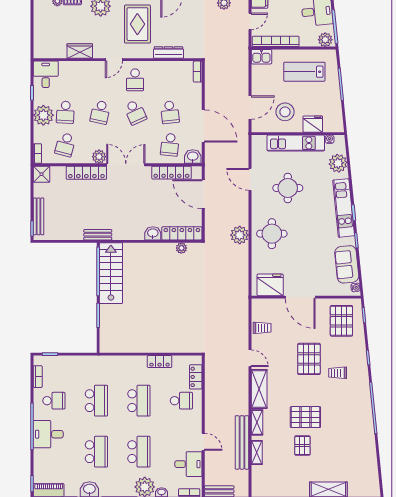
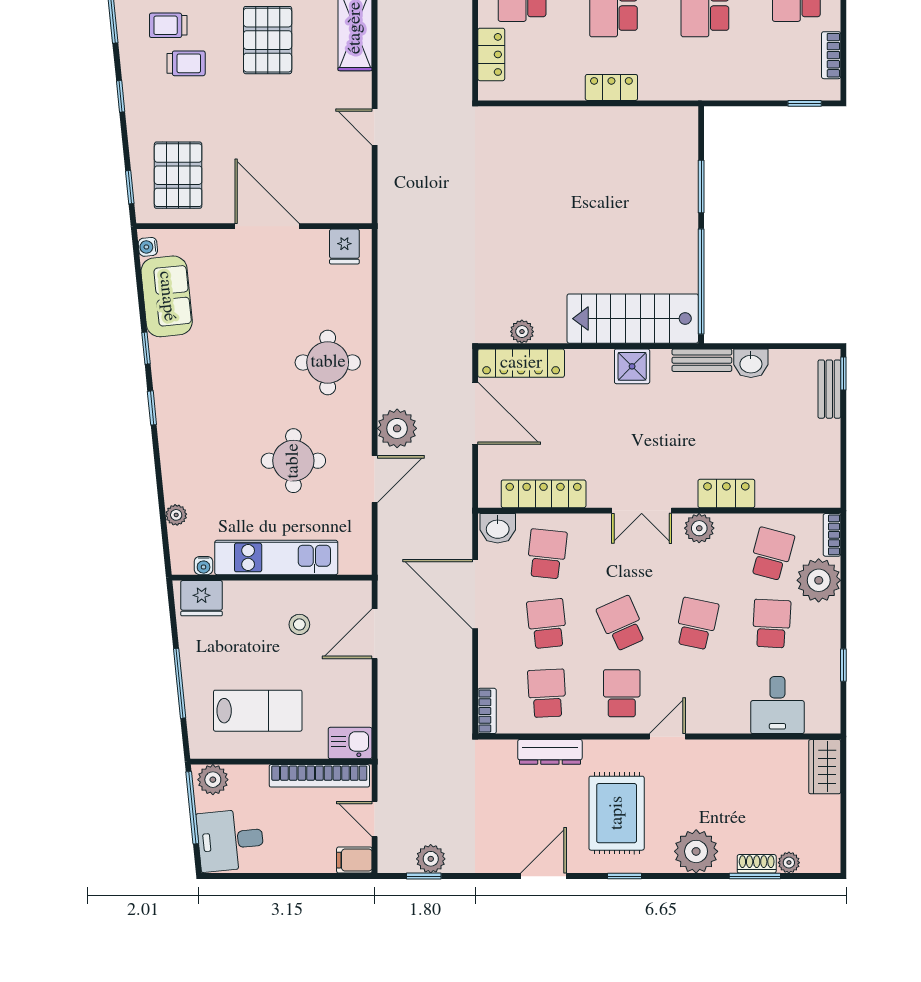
door: (250, 21) -> (375, 819), hinge flipped
wardrobe: (80, 51) -> (825, 767), moved, turned 90
desk: (46, 74) -> (777, 705), moved
school desk: (170, 80) -> (547, 693), added
stool: (285, 112) -> (299, 624), width x0.53, depth x0.53
plant: (43, 115) -> (819, 580), moved
fridge: (313, 124) -> (202, 598), moved
plant: (338, 163) -> (176, 515), width x0.53, depth x0.53
double door: (126, 165) -> (642, 511), width x0.73
locker: (86, 173) -> (726, 494), width x0.66
shower: (41, 174) -> (632, 366), moved
door: (250, 179) -> (375, 479), hinge flipped
door: (203, 194) -> (475, 413), moved
kitchen unit: (344, 208) -> (173, 418), removed
bench: (39, 216) -> (829, 389), width x0.73
washbasin: (153, 233) -> (751, 363), moved
plant: (240, 235) -> (397, 428), moved
stairs: (111, 273) -> (633, 319), moved, turned 90
fridge: (270, 285) -> (344, 246), width x0.53, depth x0.75
trolley: (262, 328) -> (168, 25), moved
door: (250, 358) -> (375, 127), moved
pallet: (309, 359) -> (268, 40), moved
locker: (160, 362) -> (611, 87), moved

